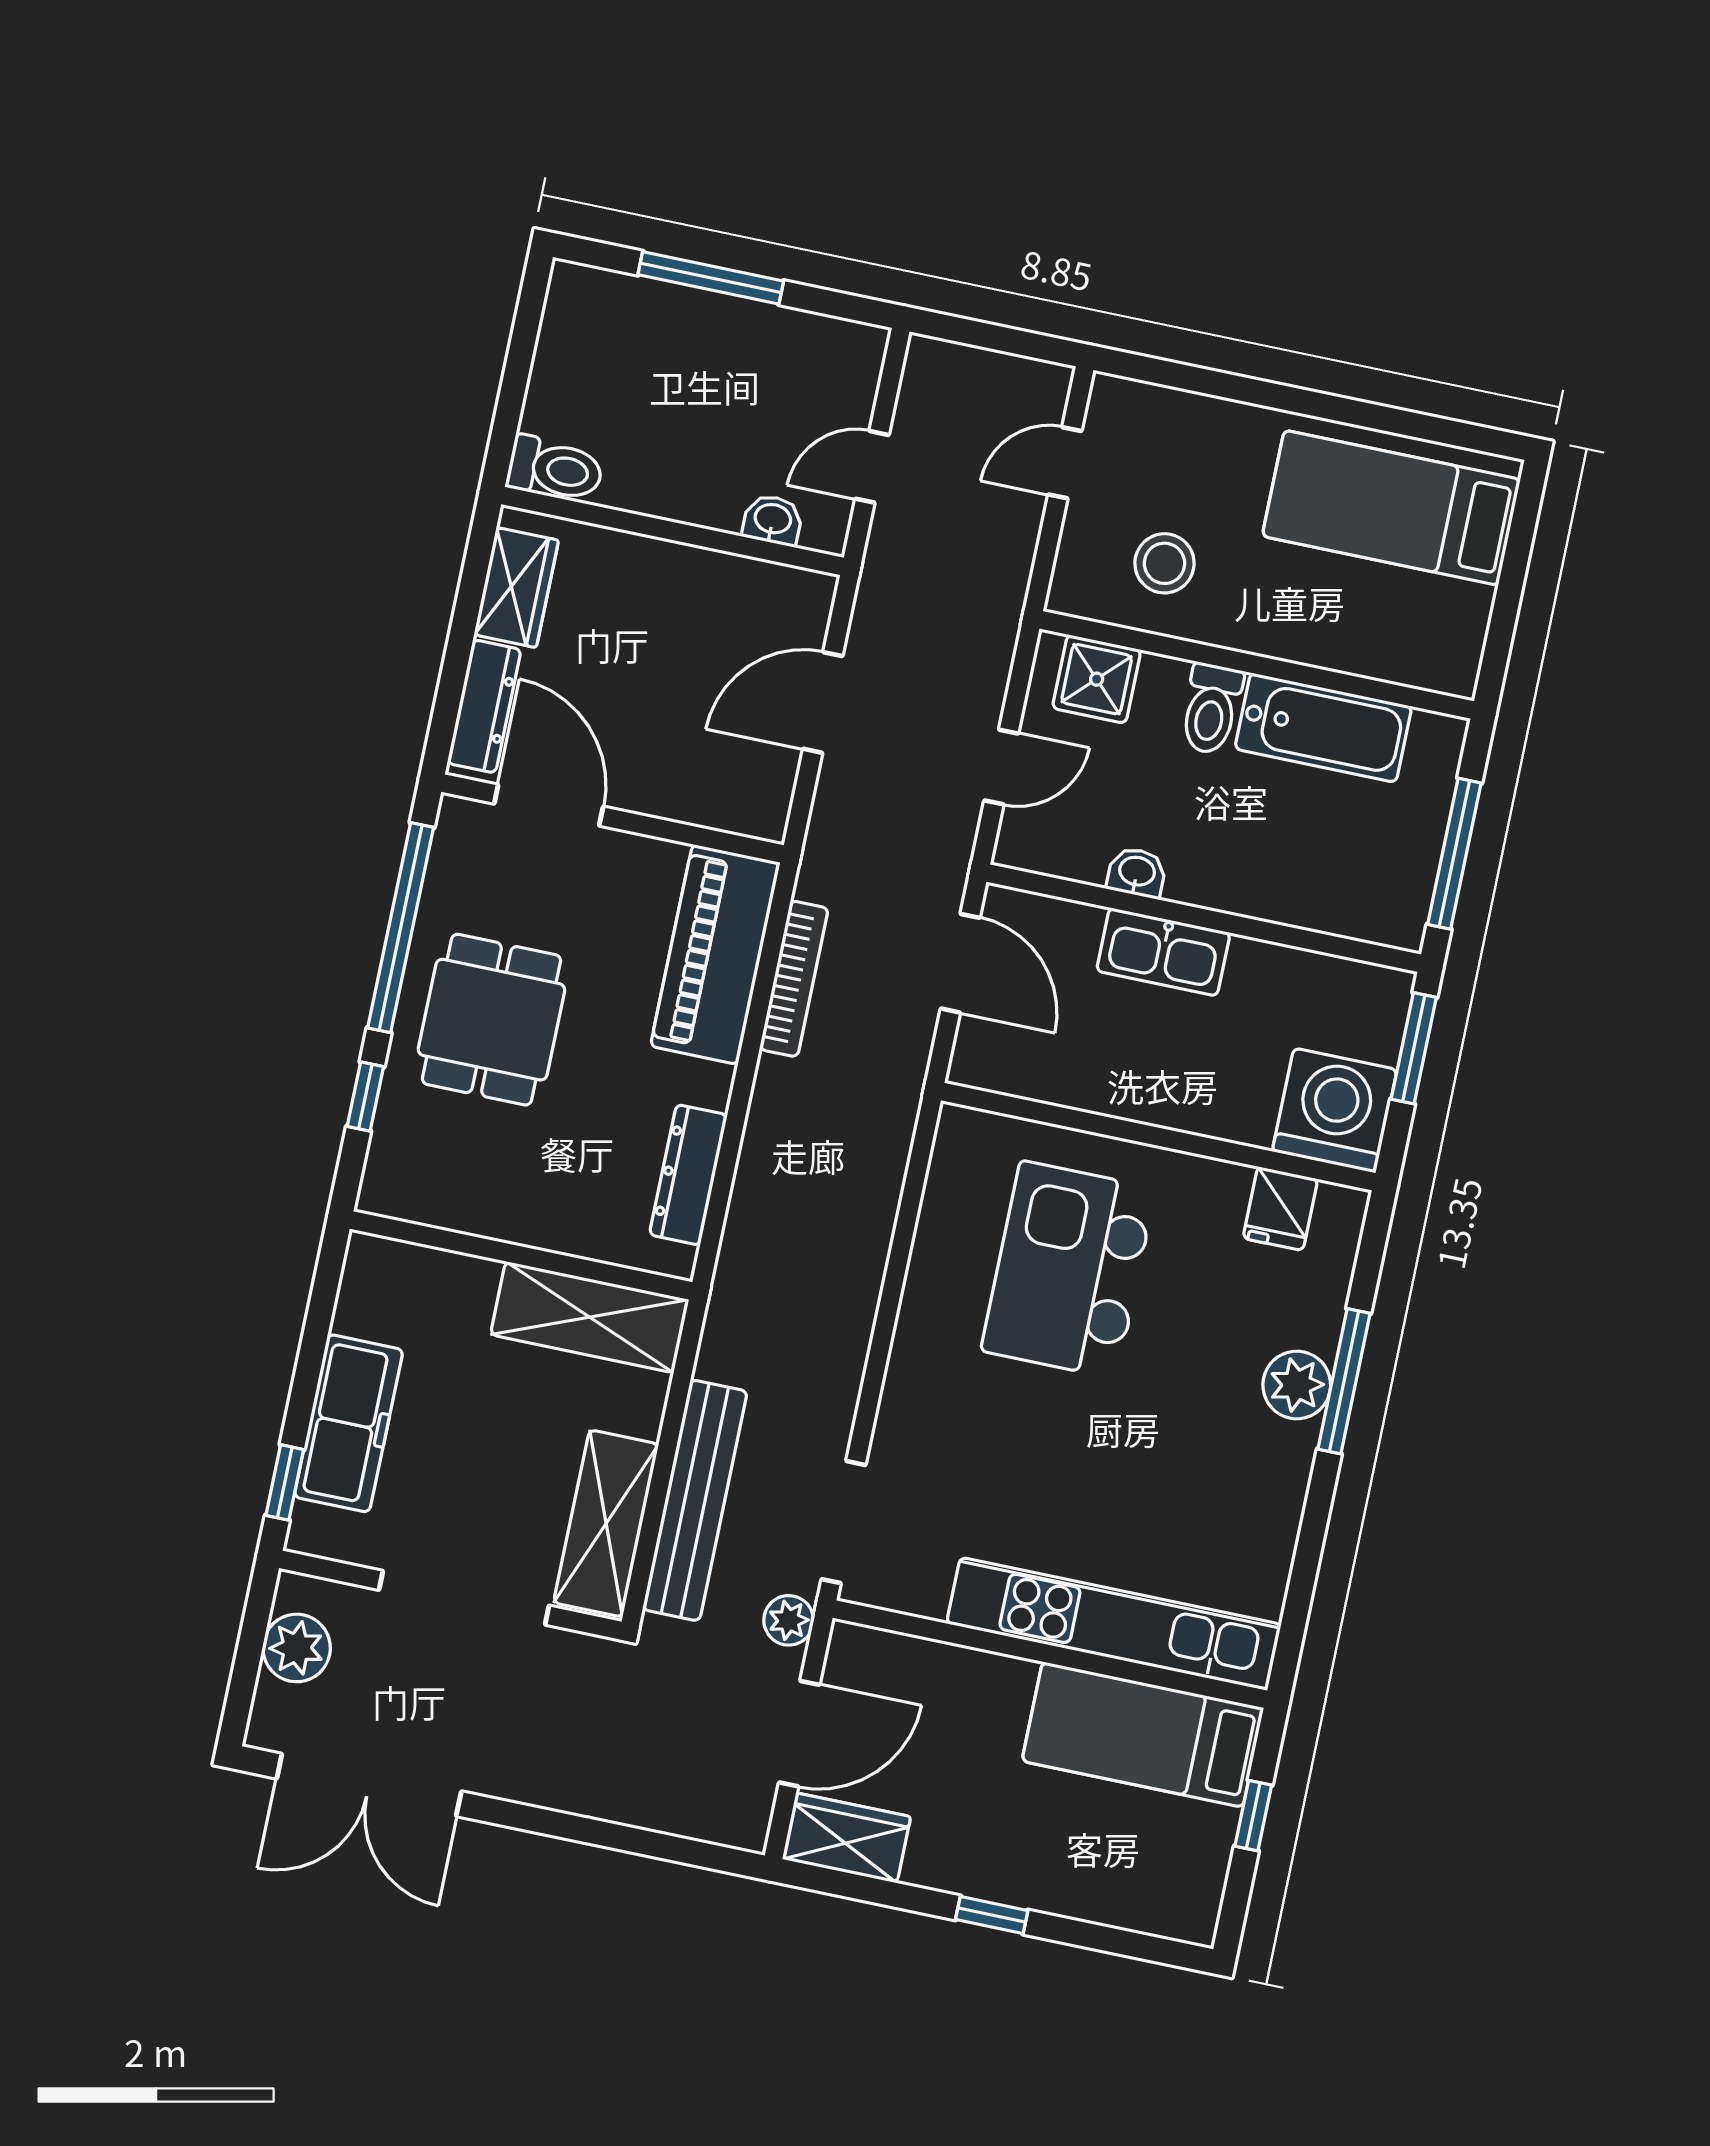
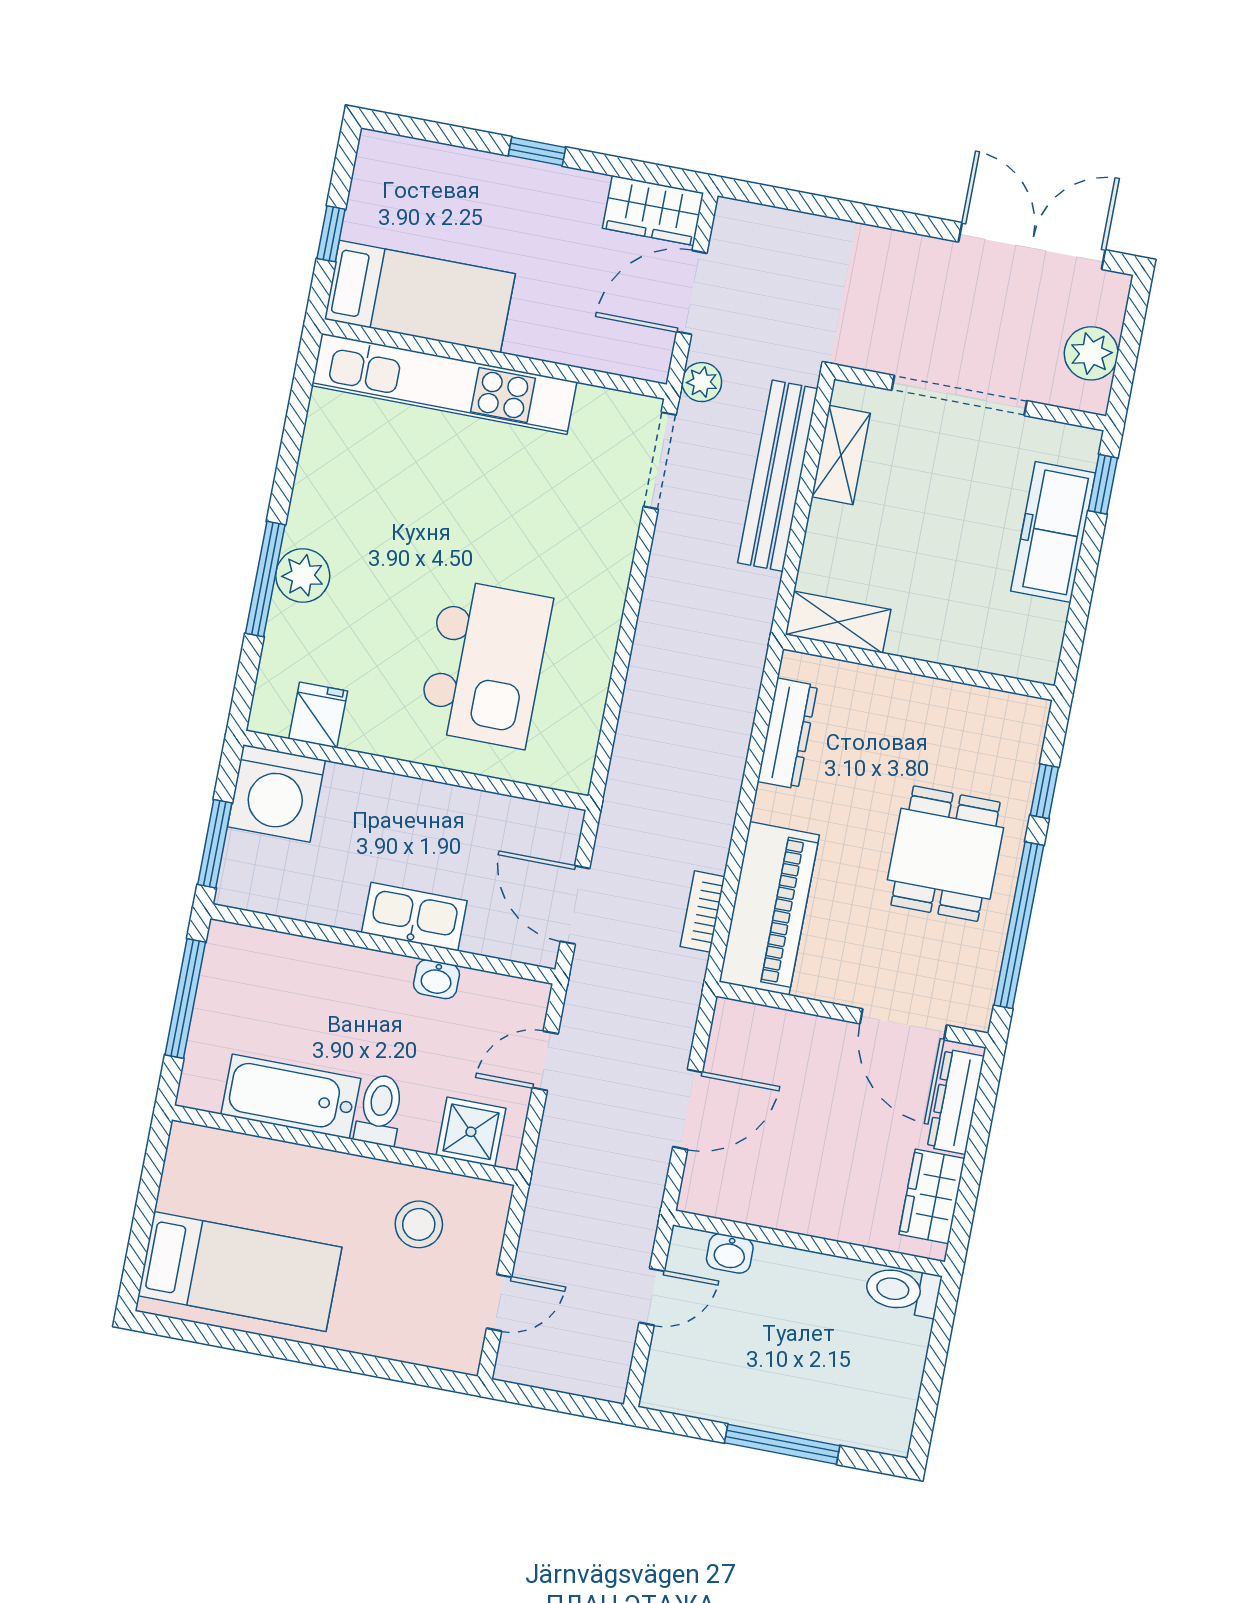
bookcase: (794, 979) -> (702, 912), width x0.64
shelving: (590, 1317) -> (838, 622), width x0.67, depth x0.75
shelving: (606, 1523) -> (841, 455), width x0.67, depth x0.75

